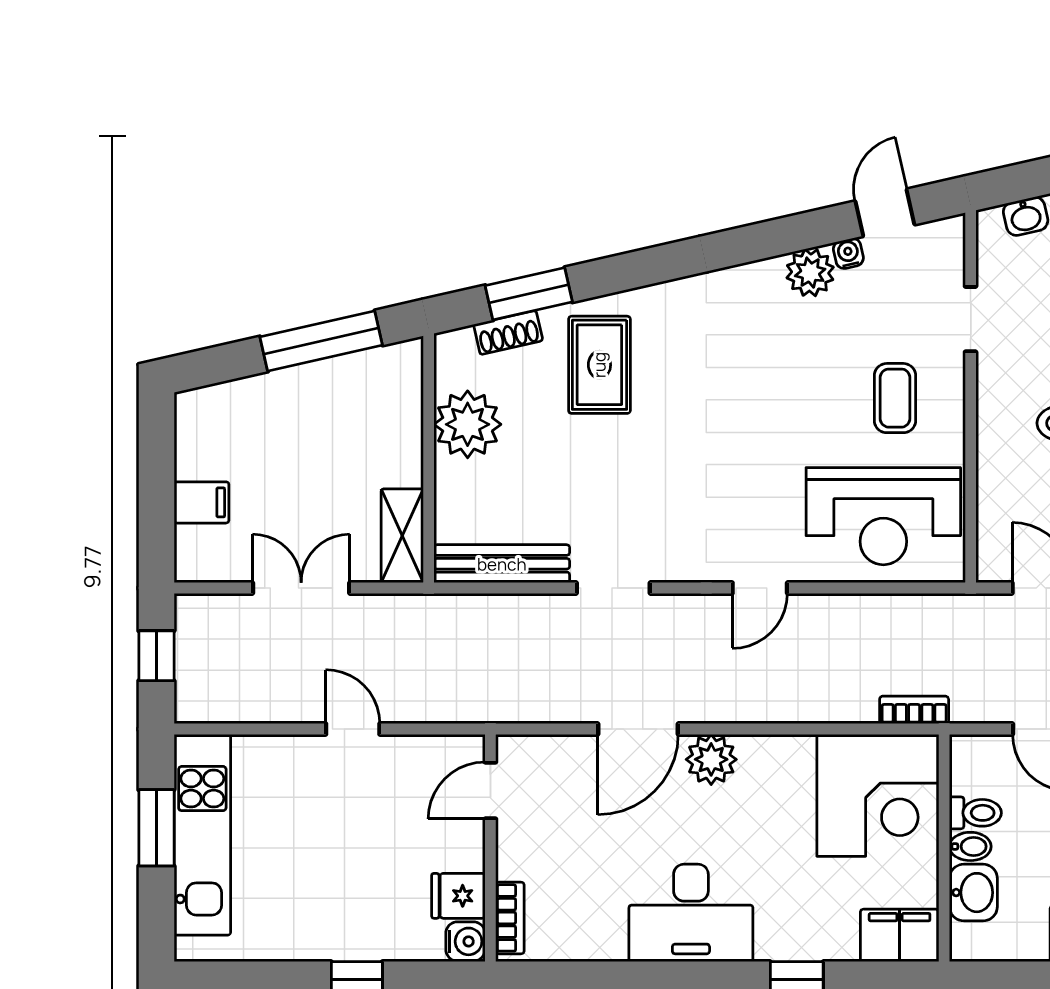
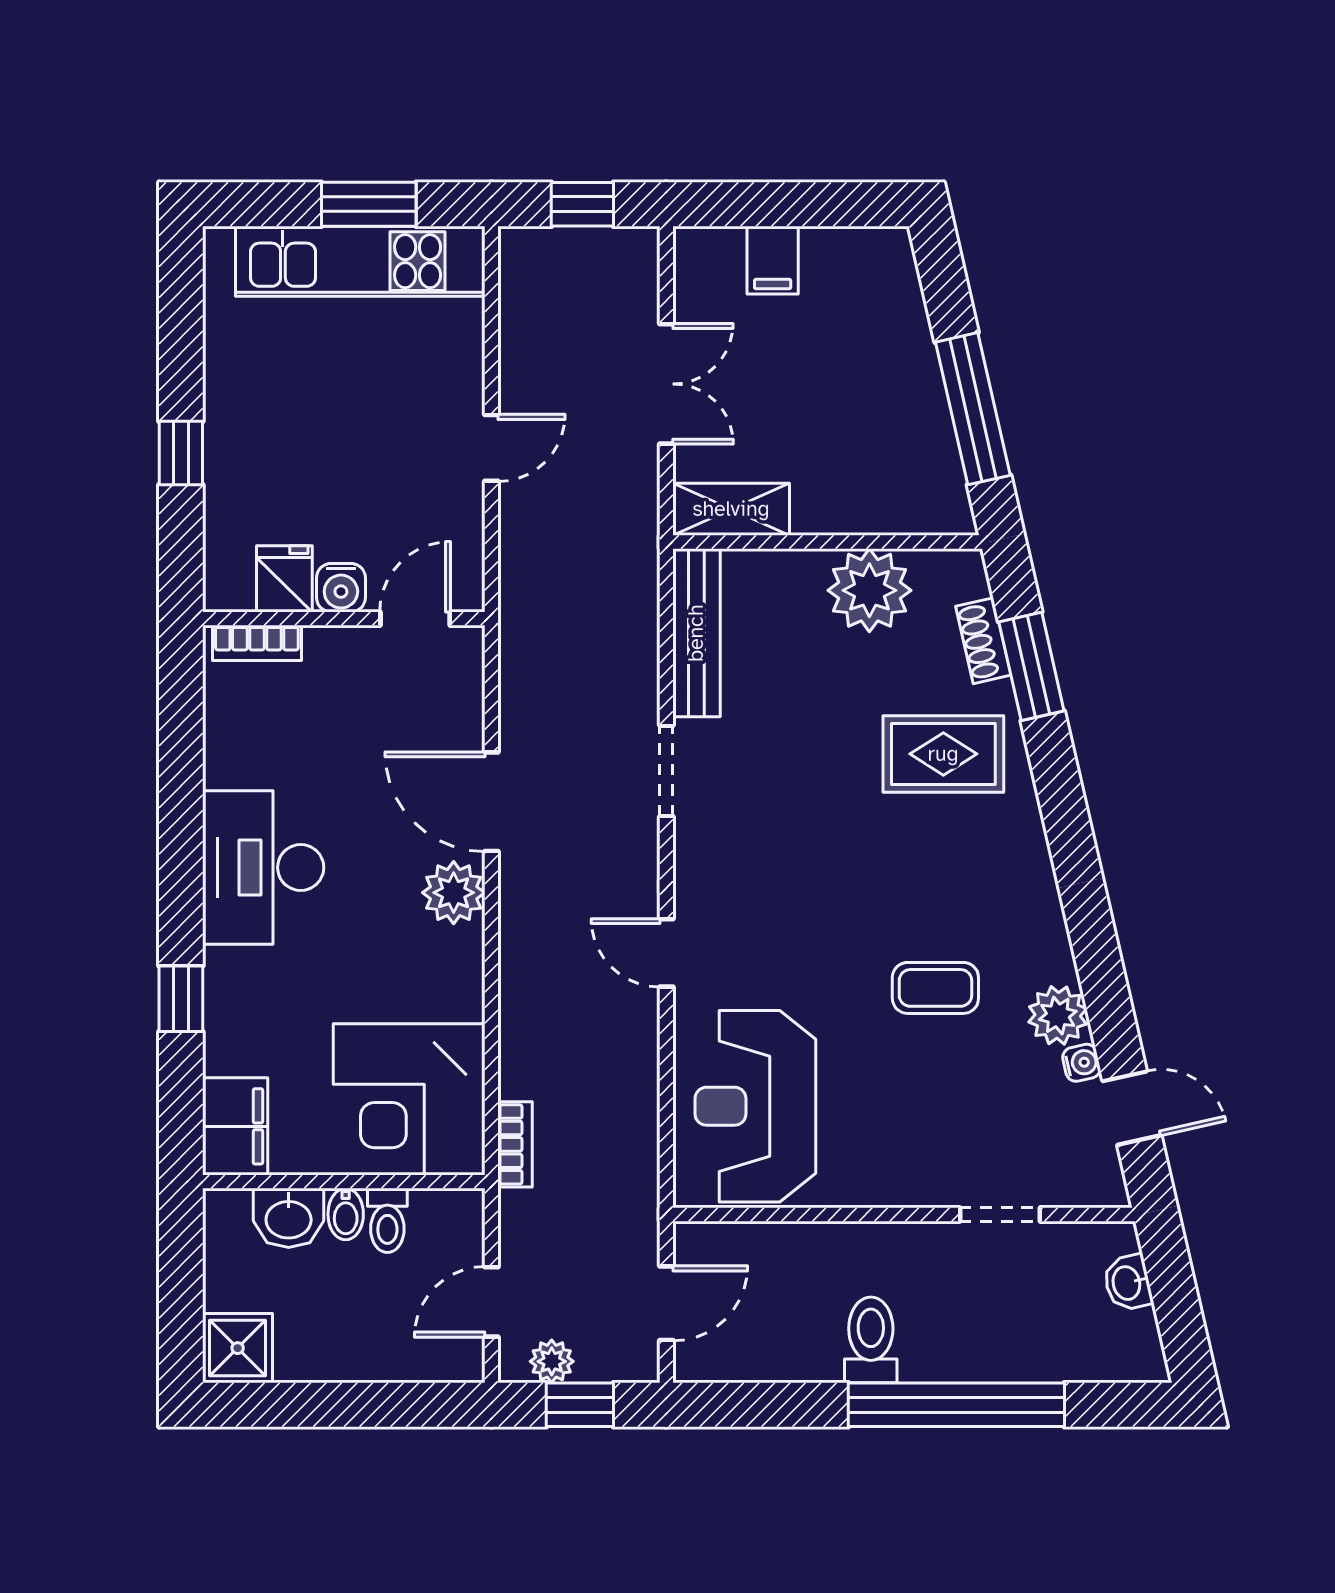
coffee table: (895, 398) -> (935, 988), moved
door: (490, 790) -> (415, 619), hinge flipped
water cooler: (465, 941) -> (341, 588), moved

